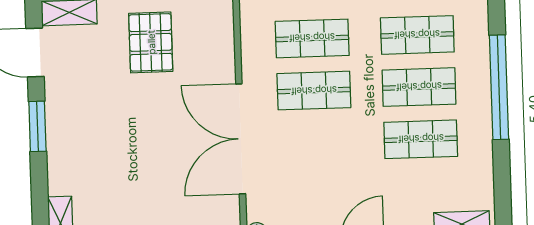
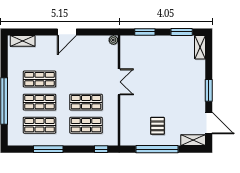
pallet: (151, 42) -> (157, 126), width x0.67, depth x0.71
double door: (241, 139) -> (119, 82), width x0.54

